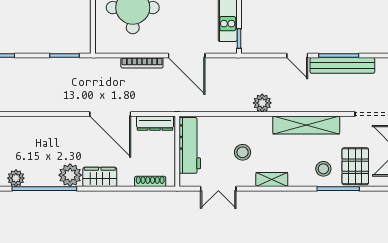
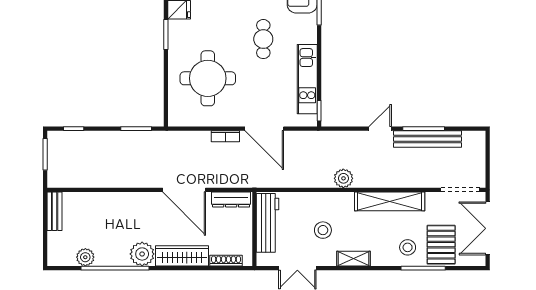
door: (297, 56) -> (380, 129), swing flipped
bookcase: (142, 63) -> (225, 136), width x0.64
wardrobe: (100, 177) -> (182, 256), width x1.50

